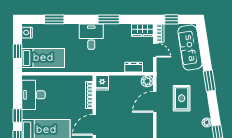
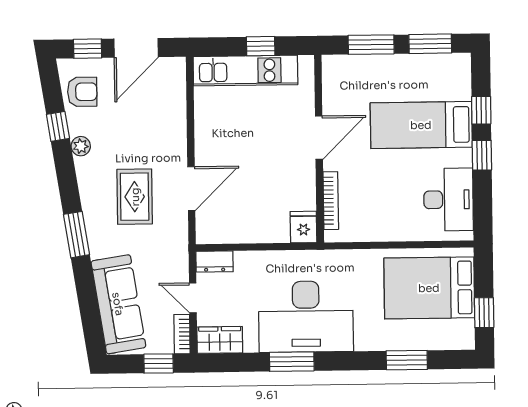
nightstand: (27, 33) -> (464, 331), removed
desk: (91, 37) -> (306, 317), width x1.87, depth x1.30
window: (18, 51) -> (484, 313), moved
bed: (43, 58) -> (429, 288), width x1.50
dresser: (134, 67) -> (215, 262), moved
plant: (147, 81) -> (208, 232), removed

